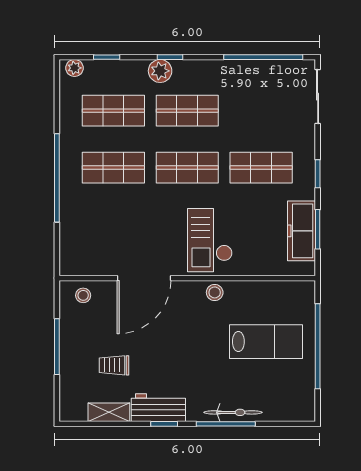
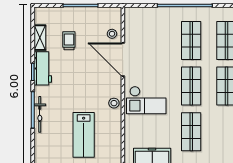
checkout: (210, 240) -> (146, 100), turned 180
stool: (83, 295) -> (112, 34), moved

